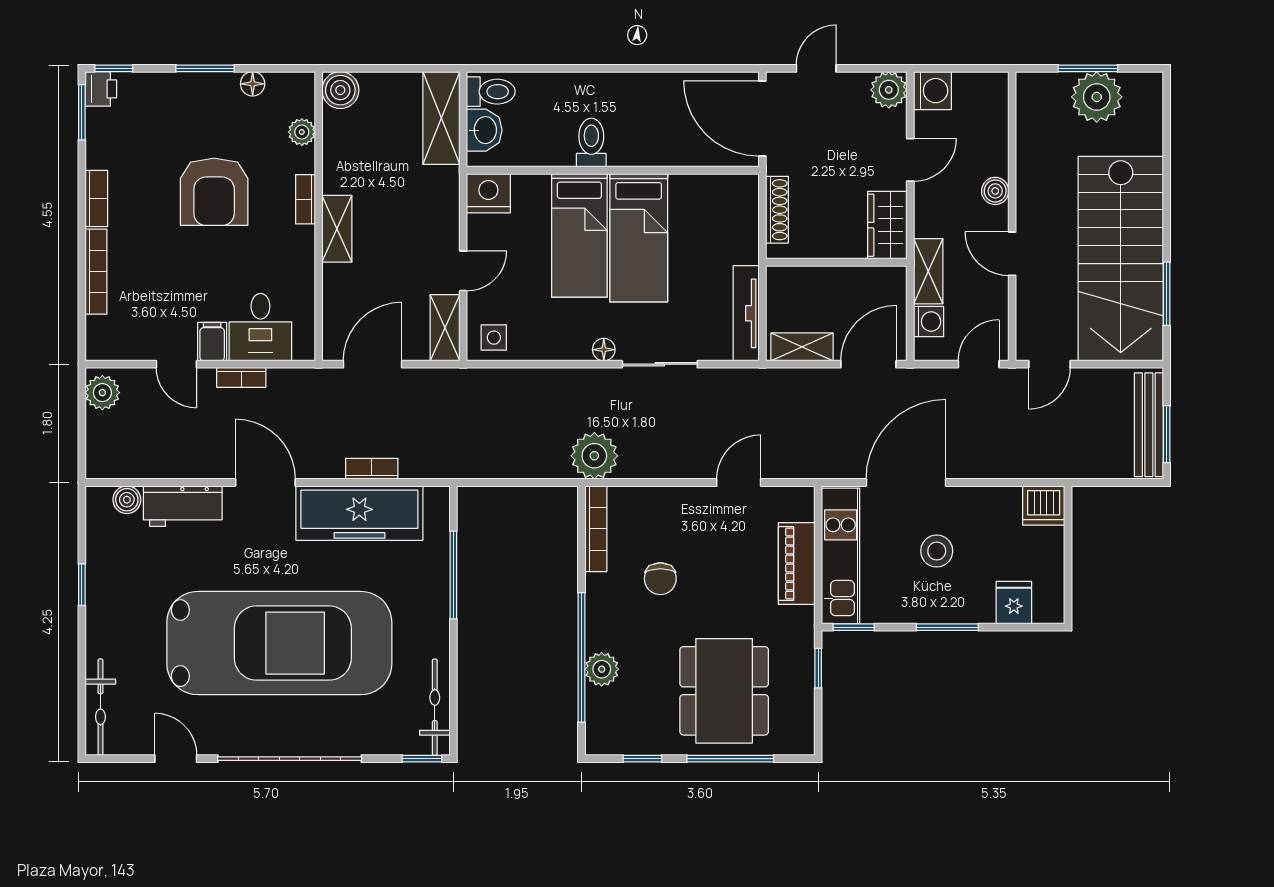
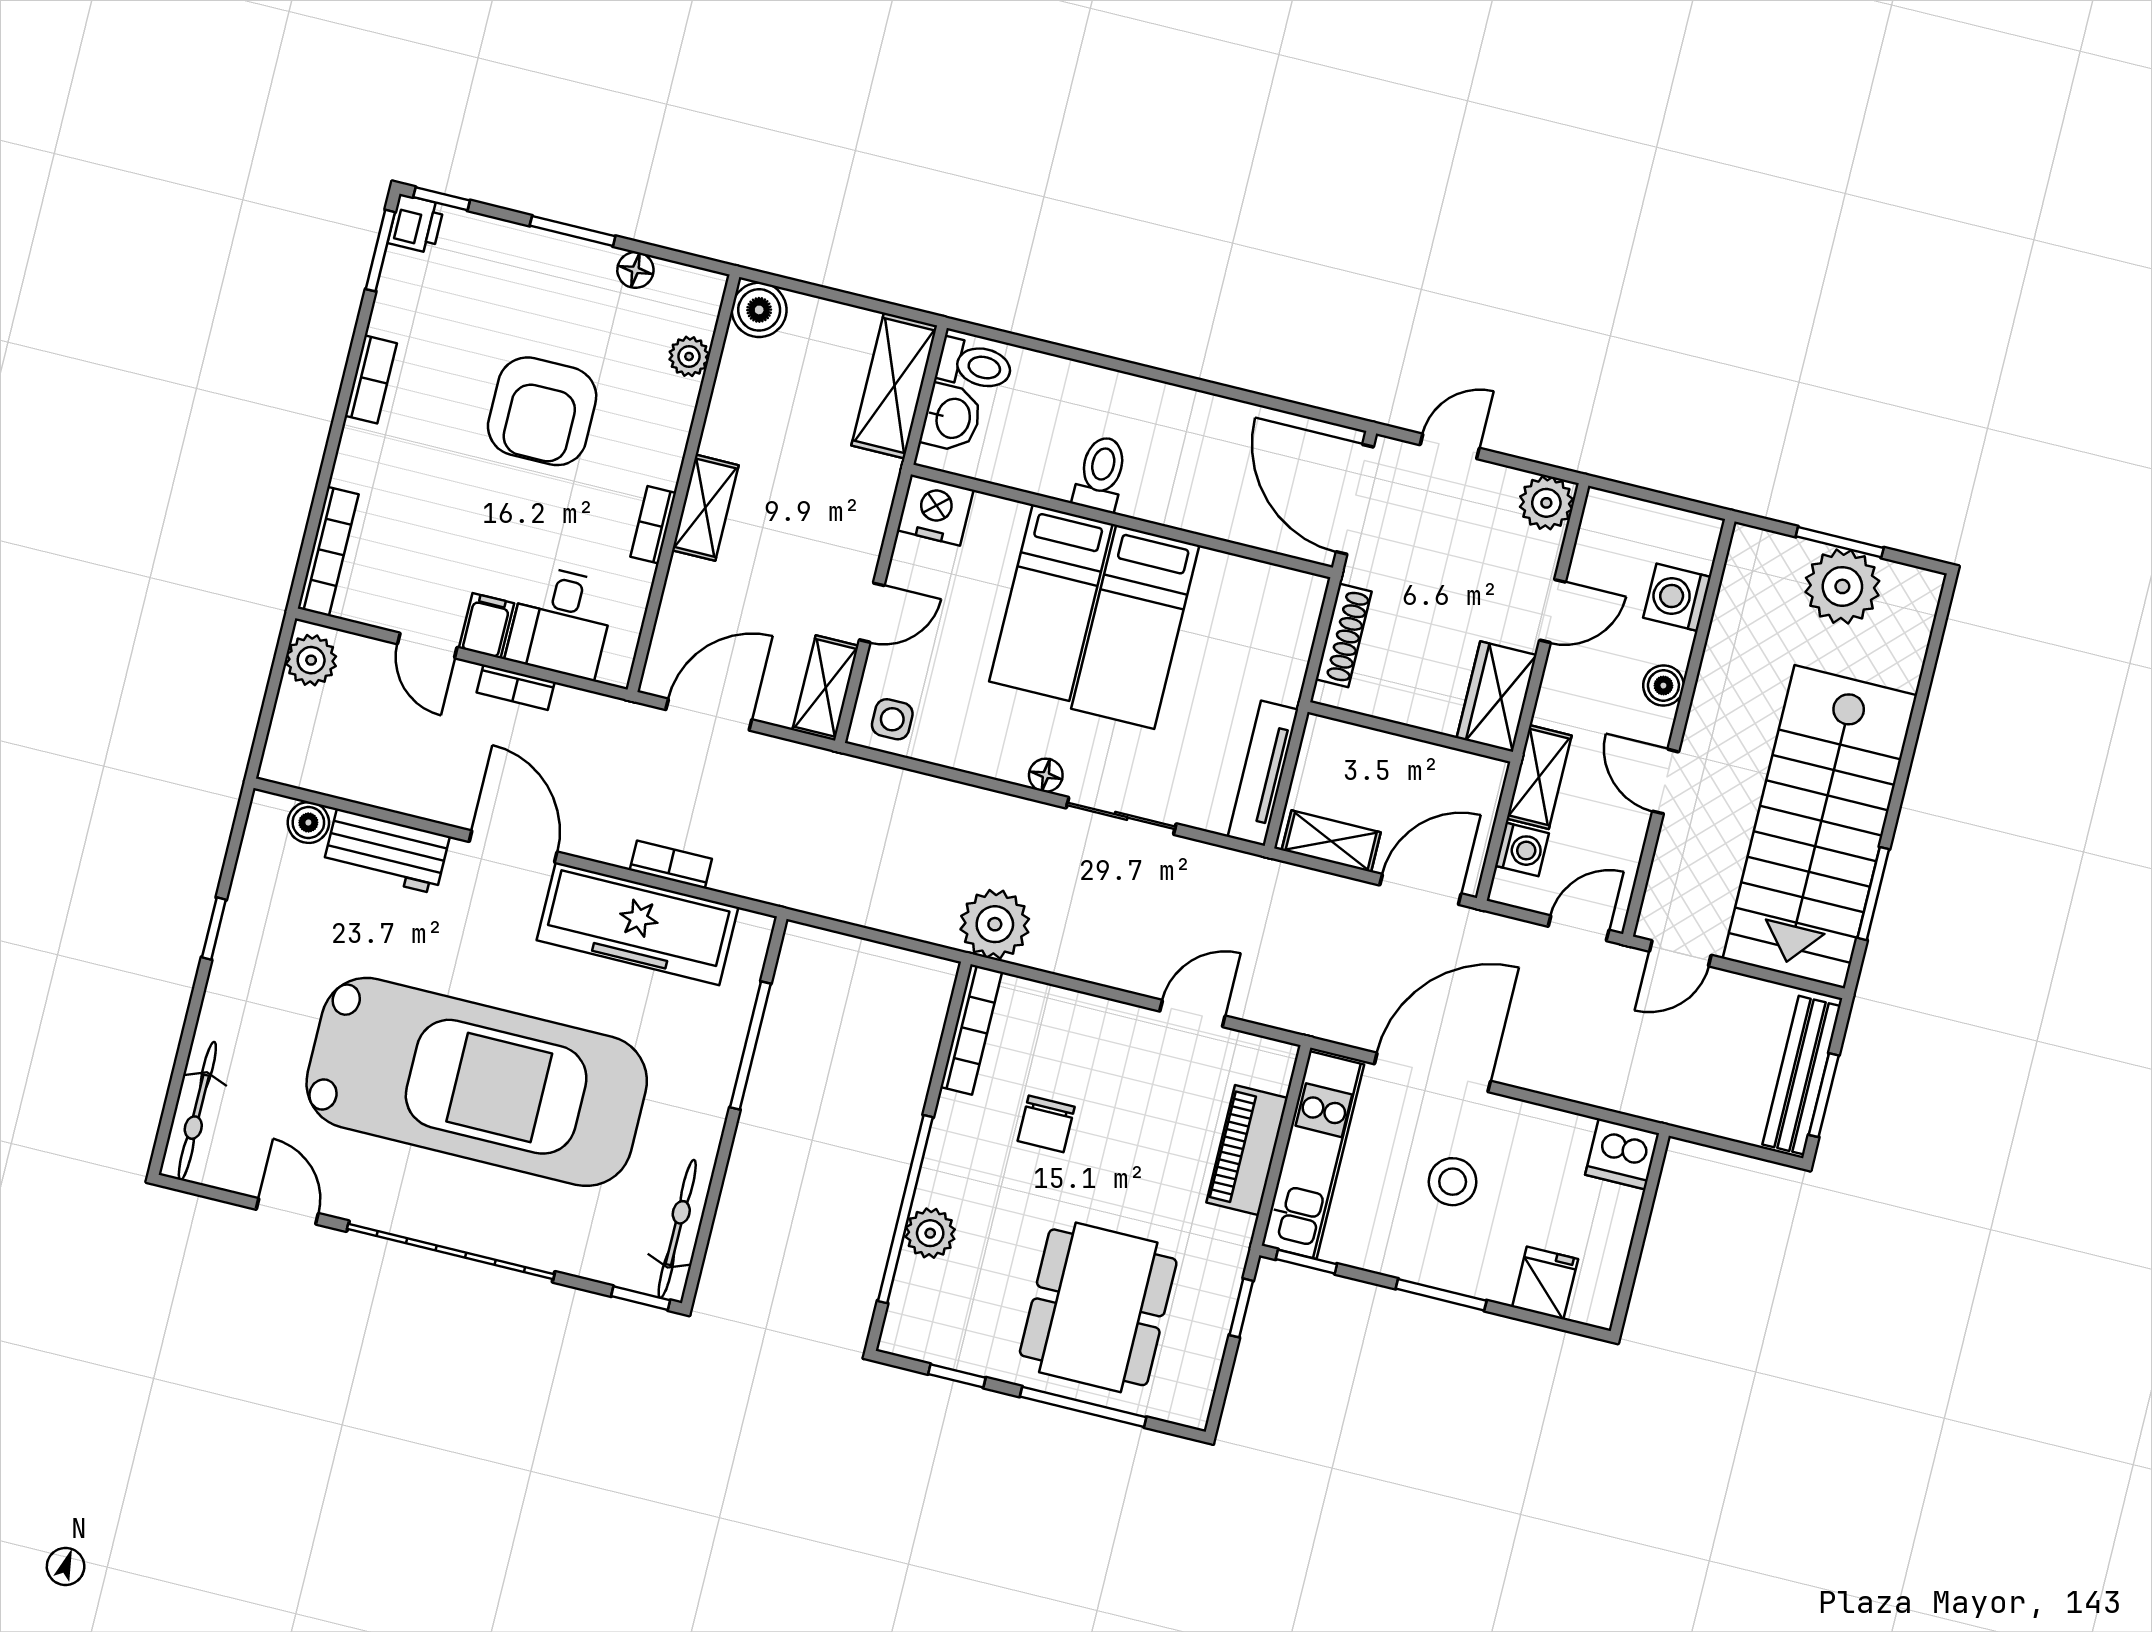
washing machine: (932, 91) -> (1677, 597), moved, turned 180
bookcase: (305, 199) -> (653, 525), moved
bookcase: (96, 272) -> (328, 551), moved

